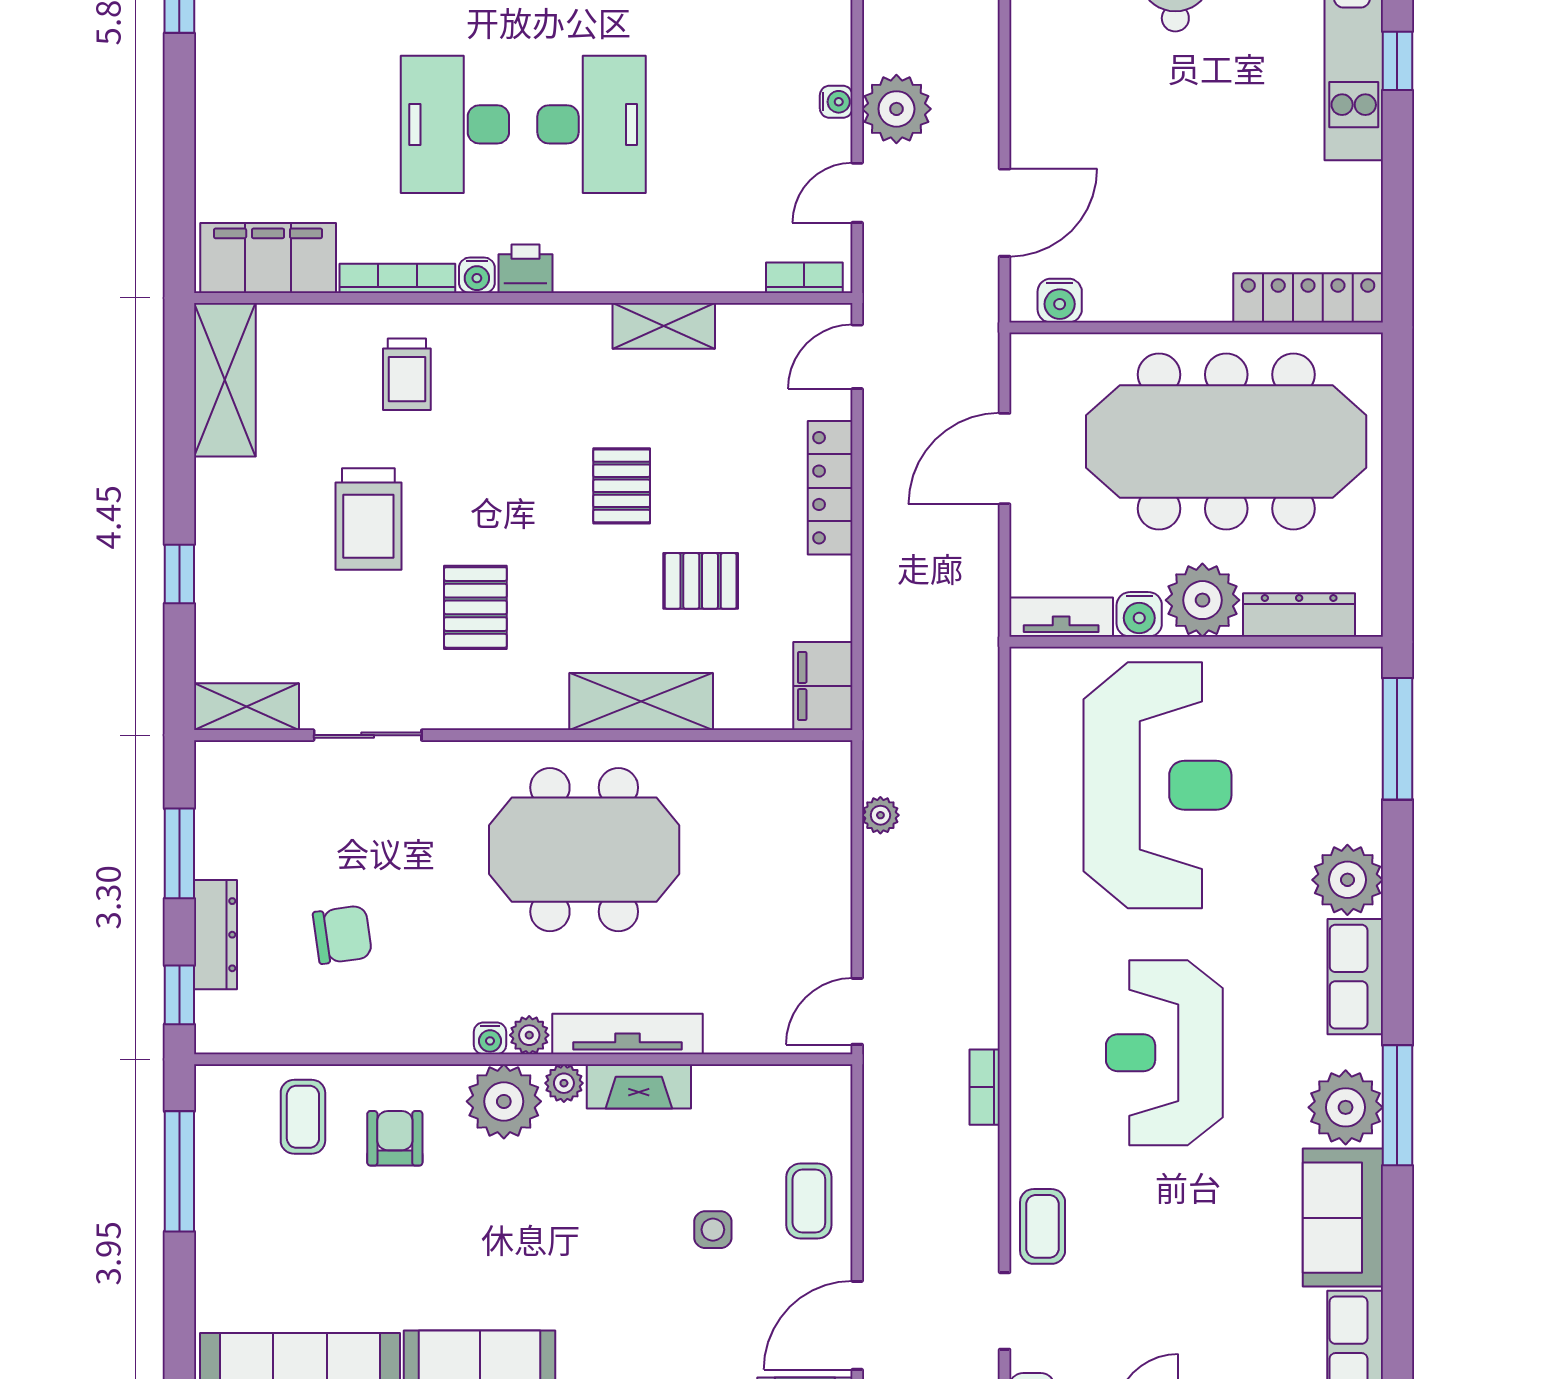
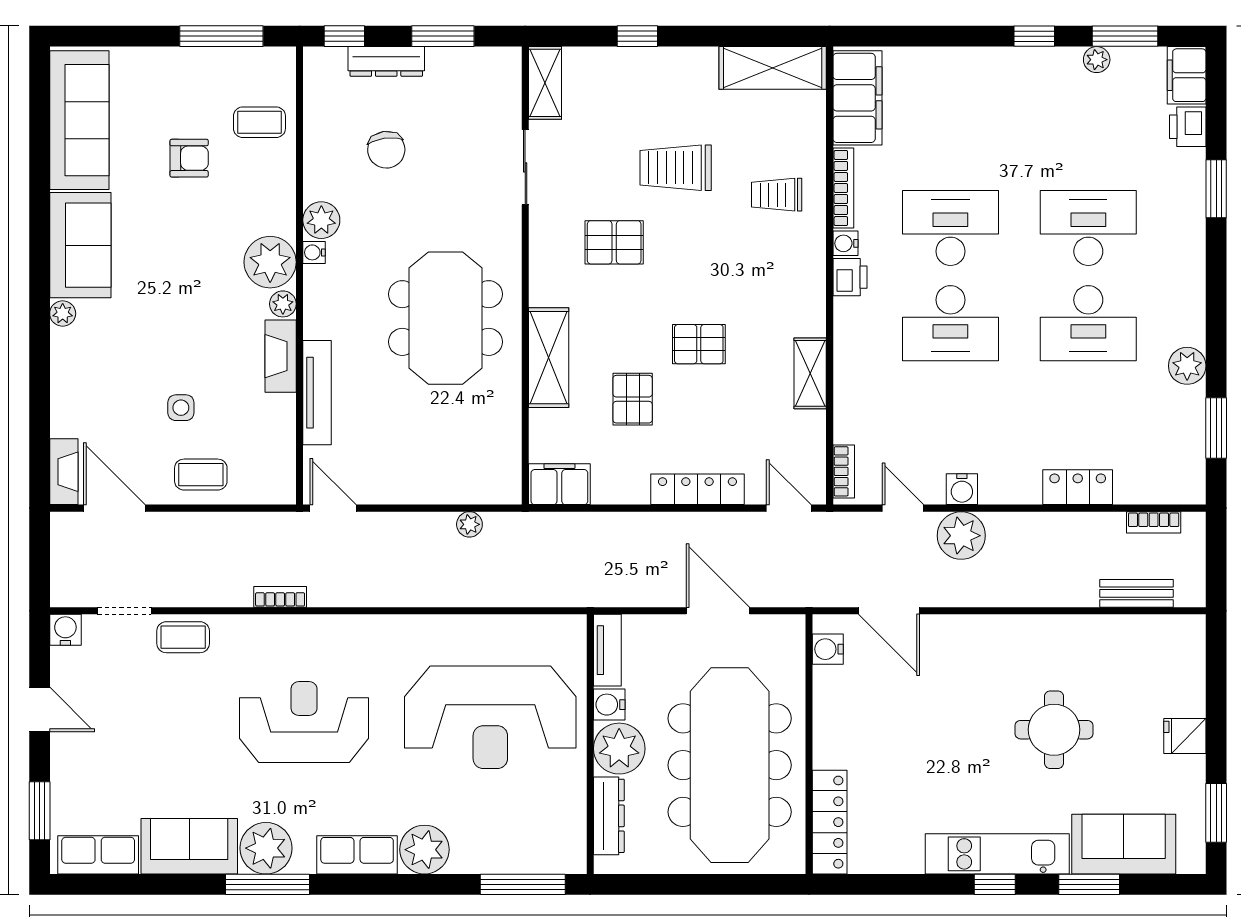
water cooler: (836, 102) -> (962, 489), width x1.38, depth x1.38
tv unit: (628, 1034) -> (317, 393), moved
plant: (529, 1035) -> (321, 220), moved, width x1.38, depth x1.38
armchair: (395, 1138) -> (189, 158), moved

